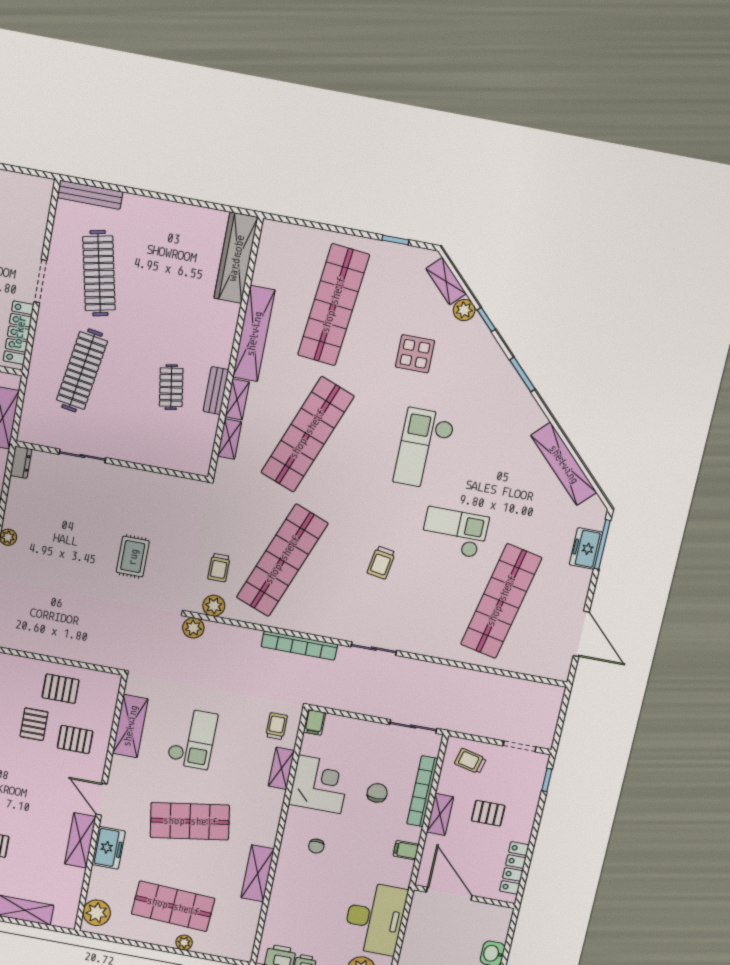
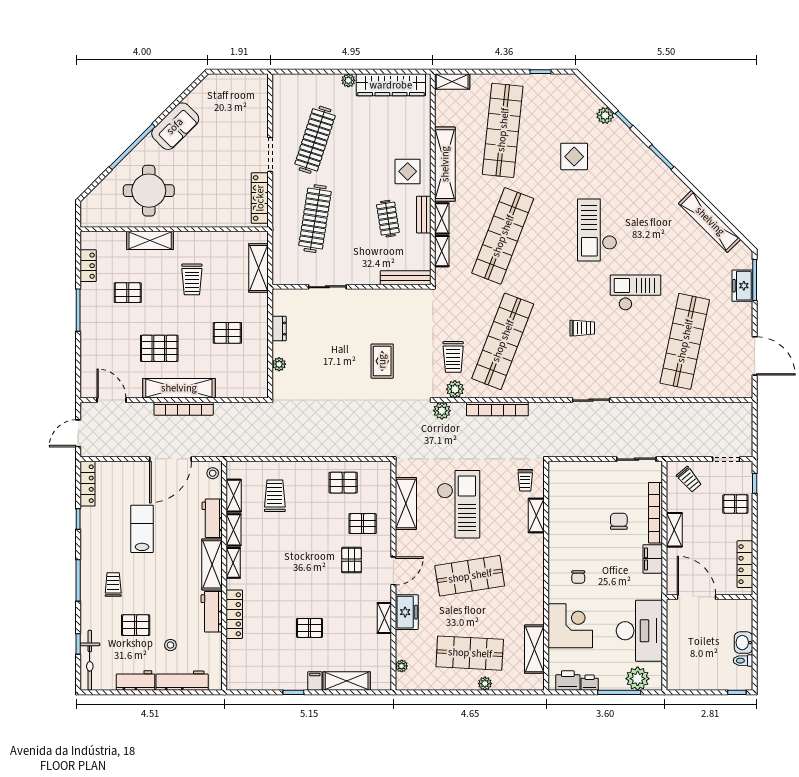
bench: (90, 195) -> (406, 278), moved
plant: (154, 206) -> (348, 80), added
wardrobe: (236, 258) -> (391, 85), moved, turned -90
clothes rail: (99, 273) -> (315, 140), turned 30
shelving: (446, 281) -> (452, 81), moved, turned -45
display table: (206, 334) -> (408, 171), added
dresser: (21, 462) -> (279, 329), moved
trolley: (381, 563) -> (582, 328), turned -99
trolley: (219, 568) -> (453, 357), width x1.36, depth x1.39
bookcase: (299, 646) -> (497, 409), moved
filing cabinet: (315, 722) -> (556, 471), removed
pallet: (34, 724) -> (352, 560), moved
trolley: (277, 726) -> (525, 480), turned 180
checkout: (192, 739) -> (458, 504), width x1.36, depth x1.21
trolley: (470, 761) -> (689, 479), turned -143
corner desk: (320, 784) -> (570, 626), moved
door: (101, 799) -> (393, 571), swing flipped
pallet: (488, 813) -> (735, 504), moved
shelving: (80, 840) -> (384, 618), width x0.67, depth x0.75
filing cabinet: (406, 850) -> (653, 559), width x2.00
shelving: (258, 873) -> (534, 649), moved
plant: (97, 913) -> (402, 666), width x0.53, depth x0.53

